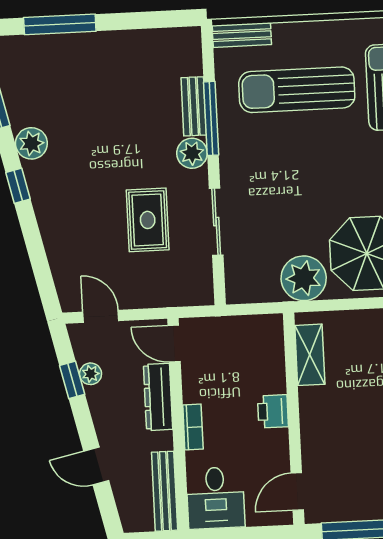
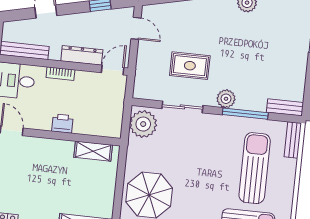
bench: (194, 106) -> (285, 107), moved
plant: (304, 278) -> (143, 124), moved
door: (101, 316) -> (136, 28), hinge flipped
plant: (91, 374) -> (102, 17), removed

